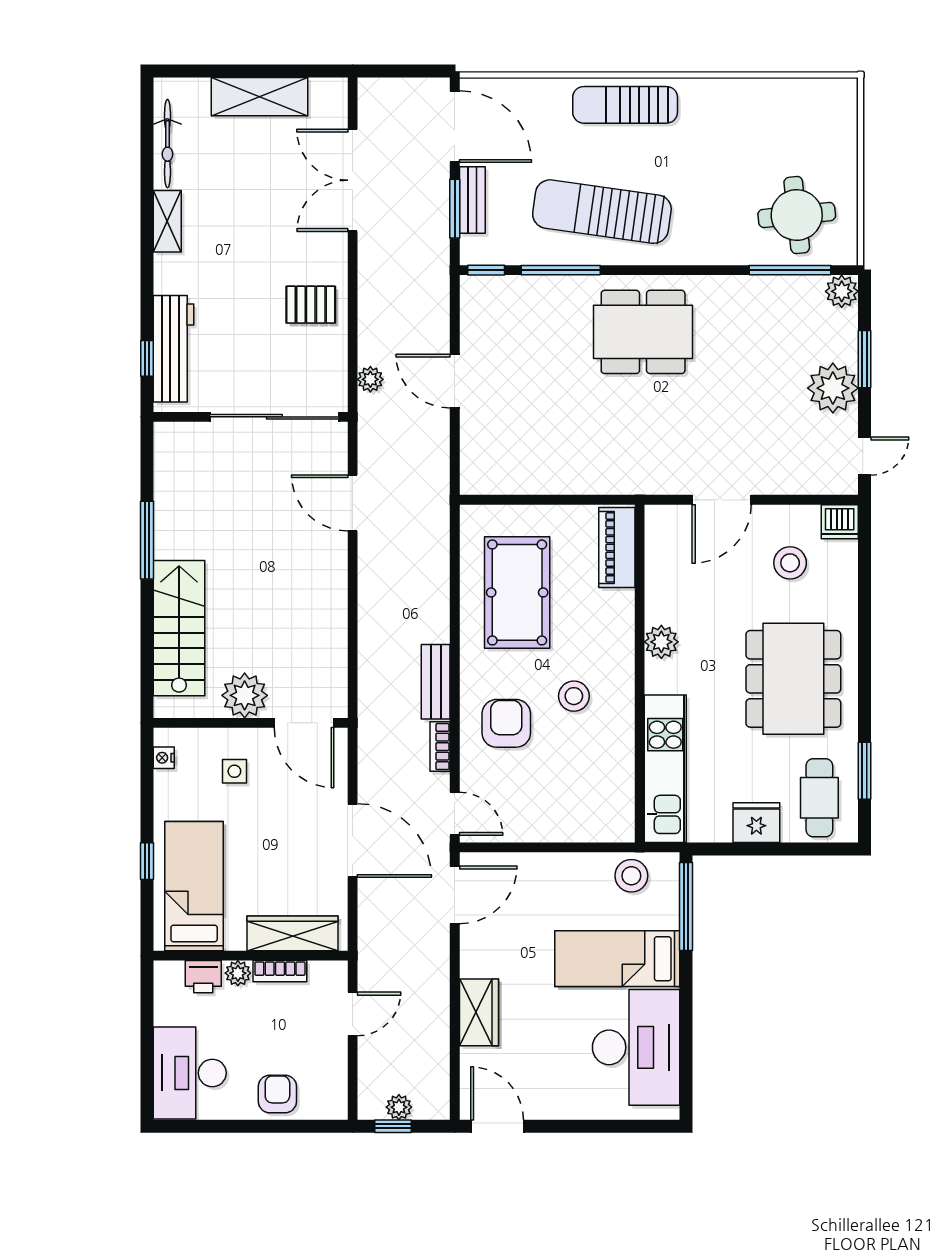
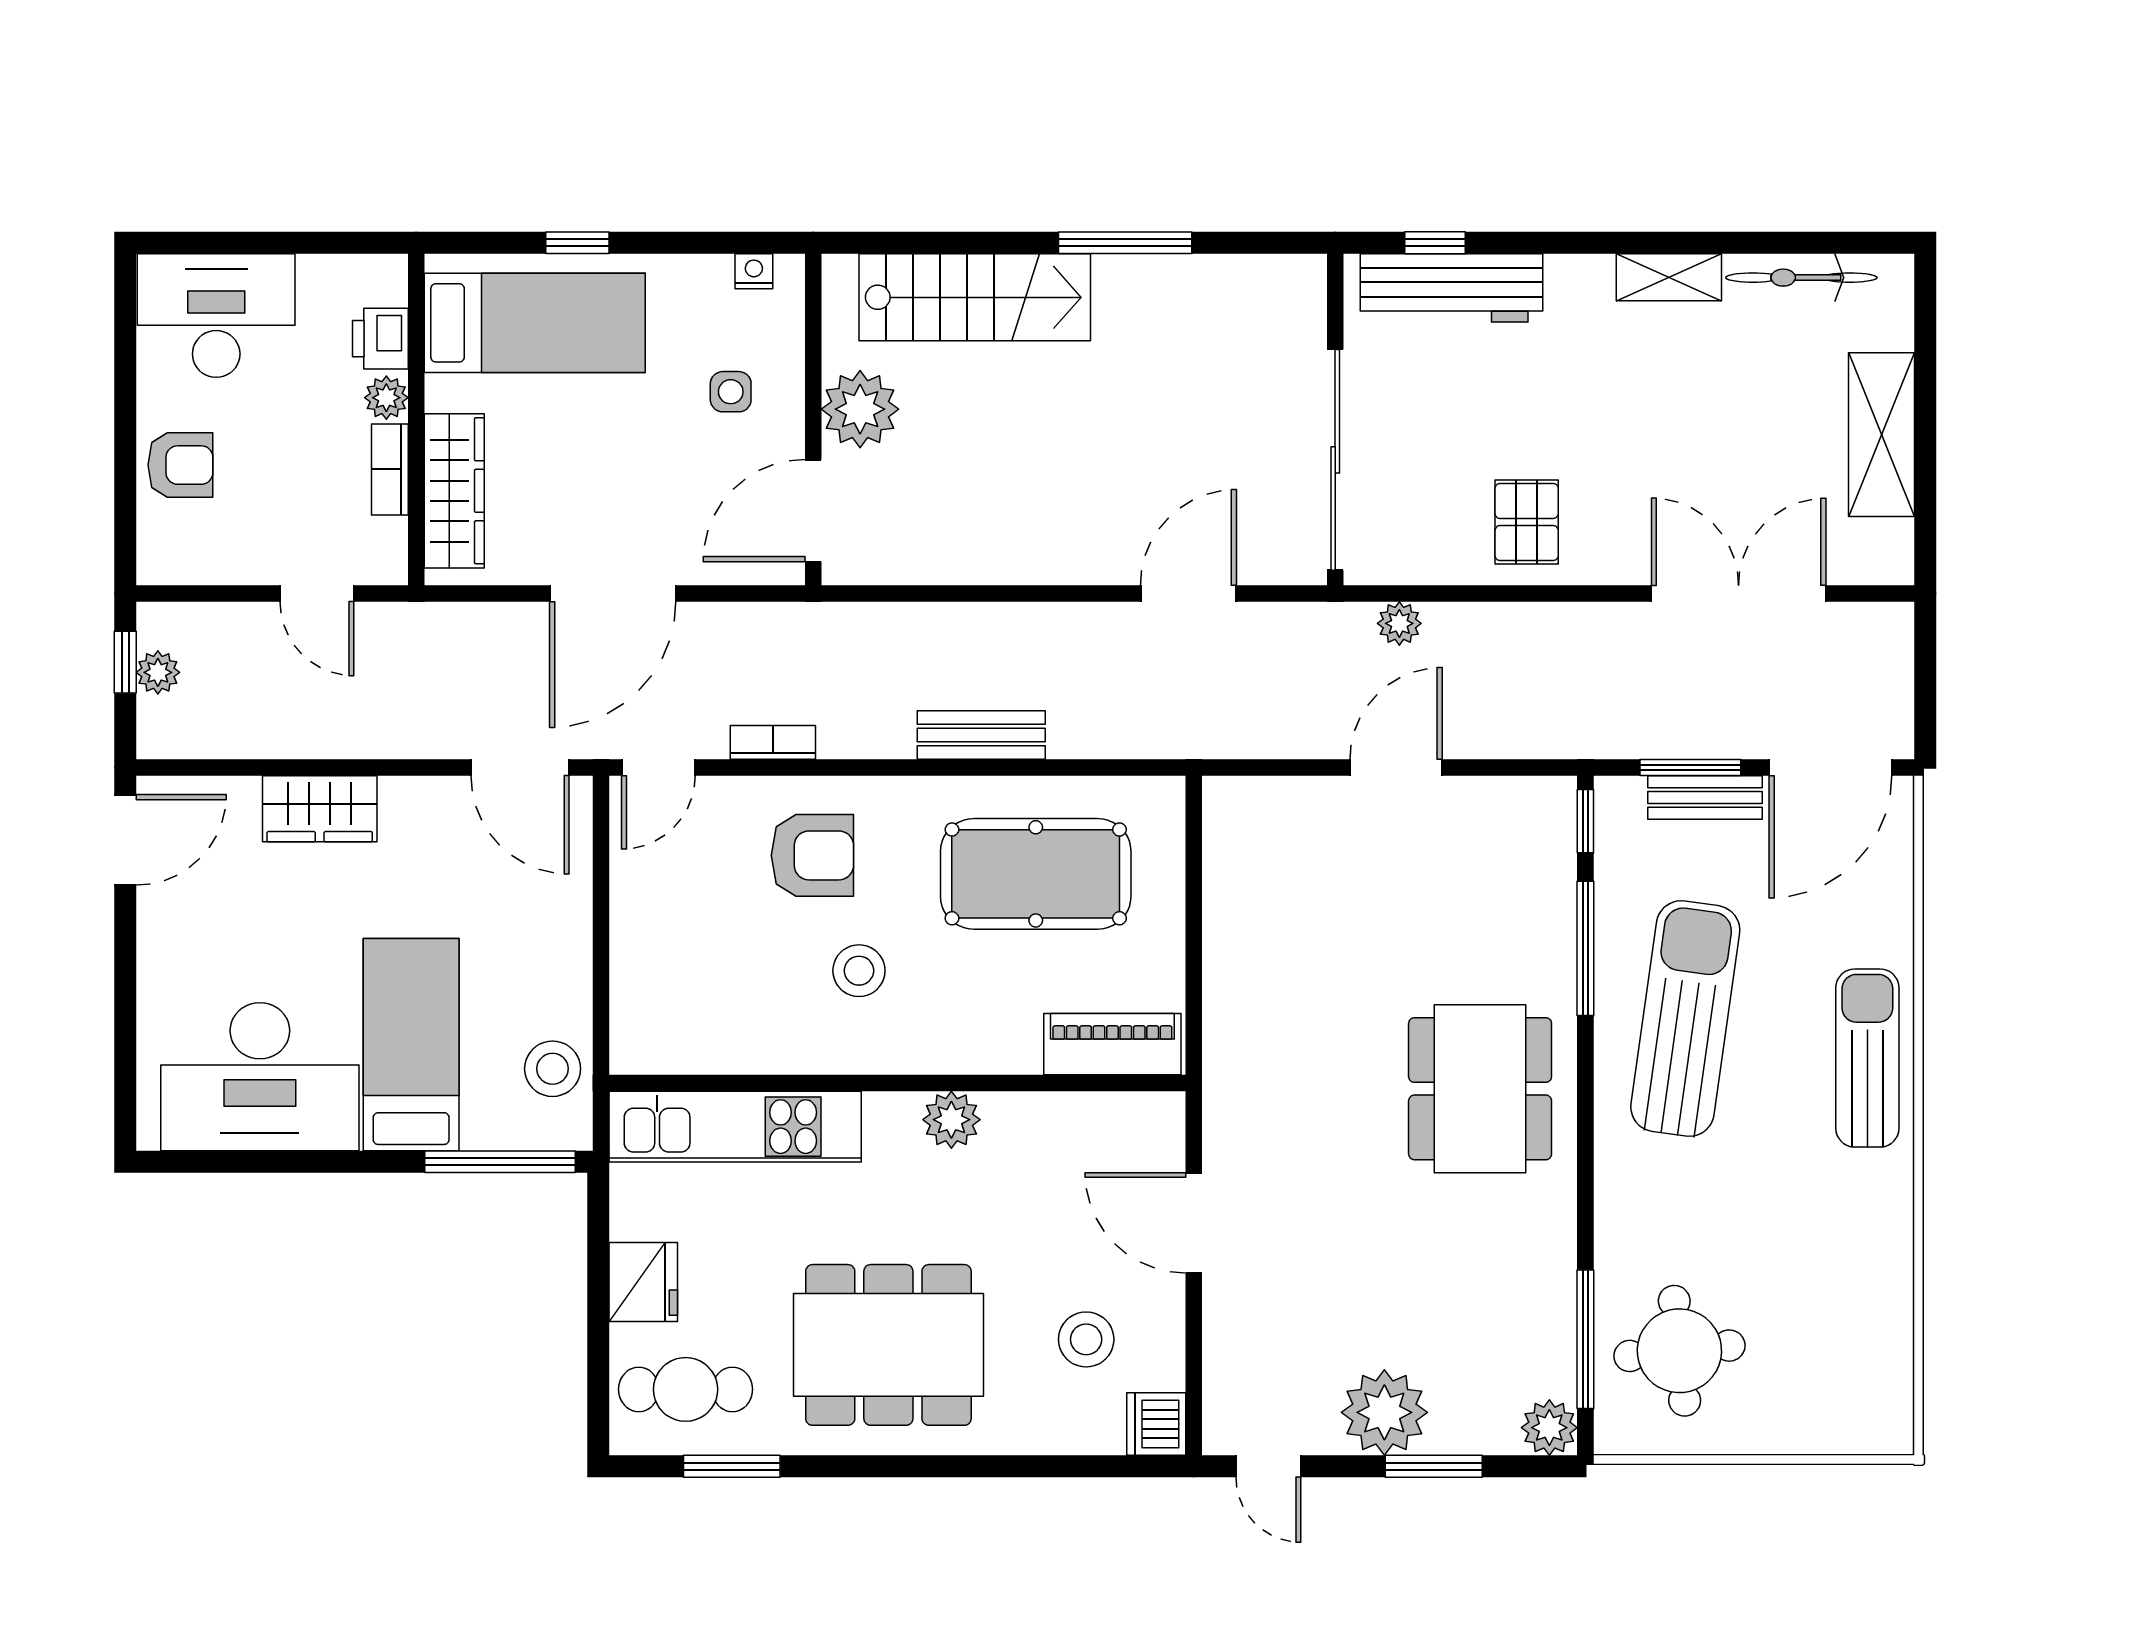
bench: (436, 682) -> (981, 735), moved

